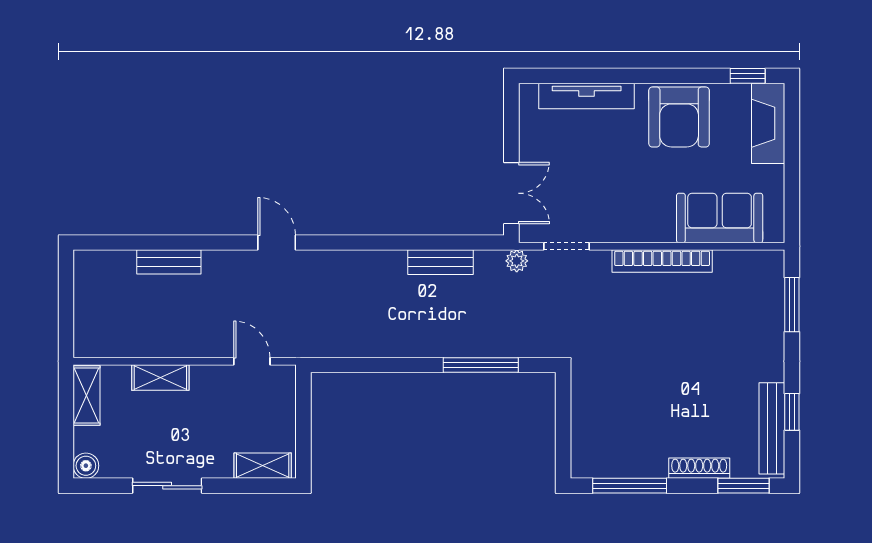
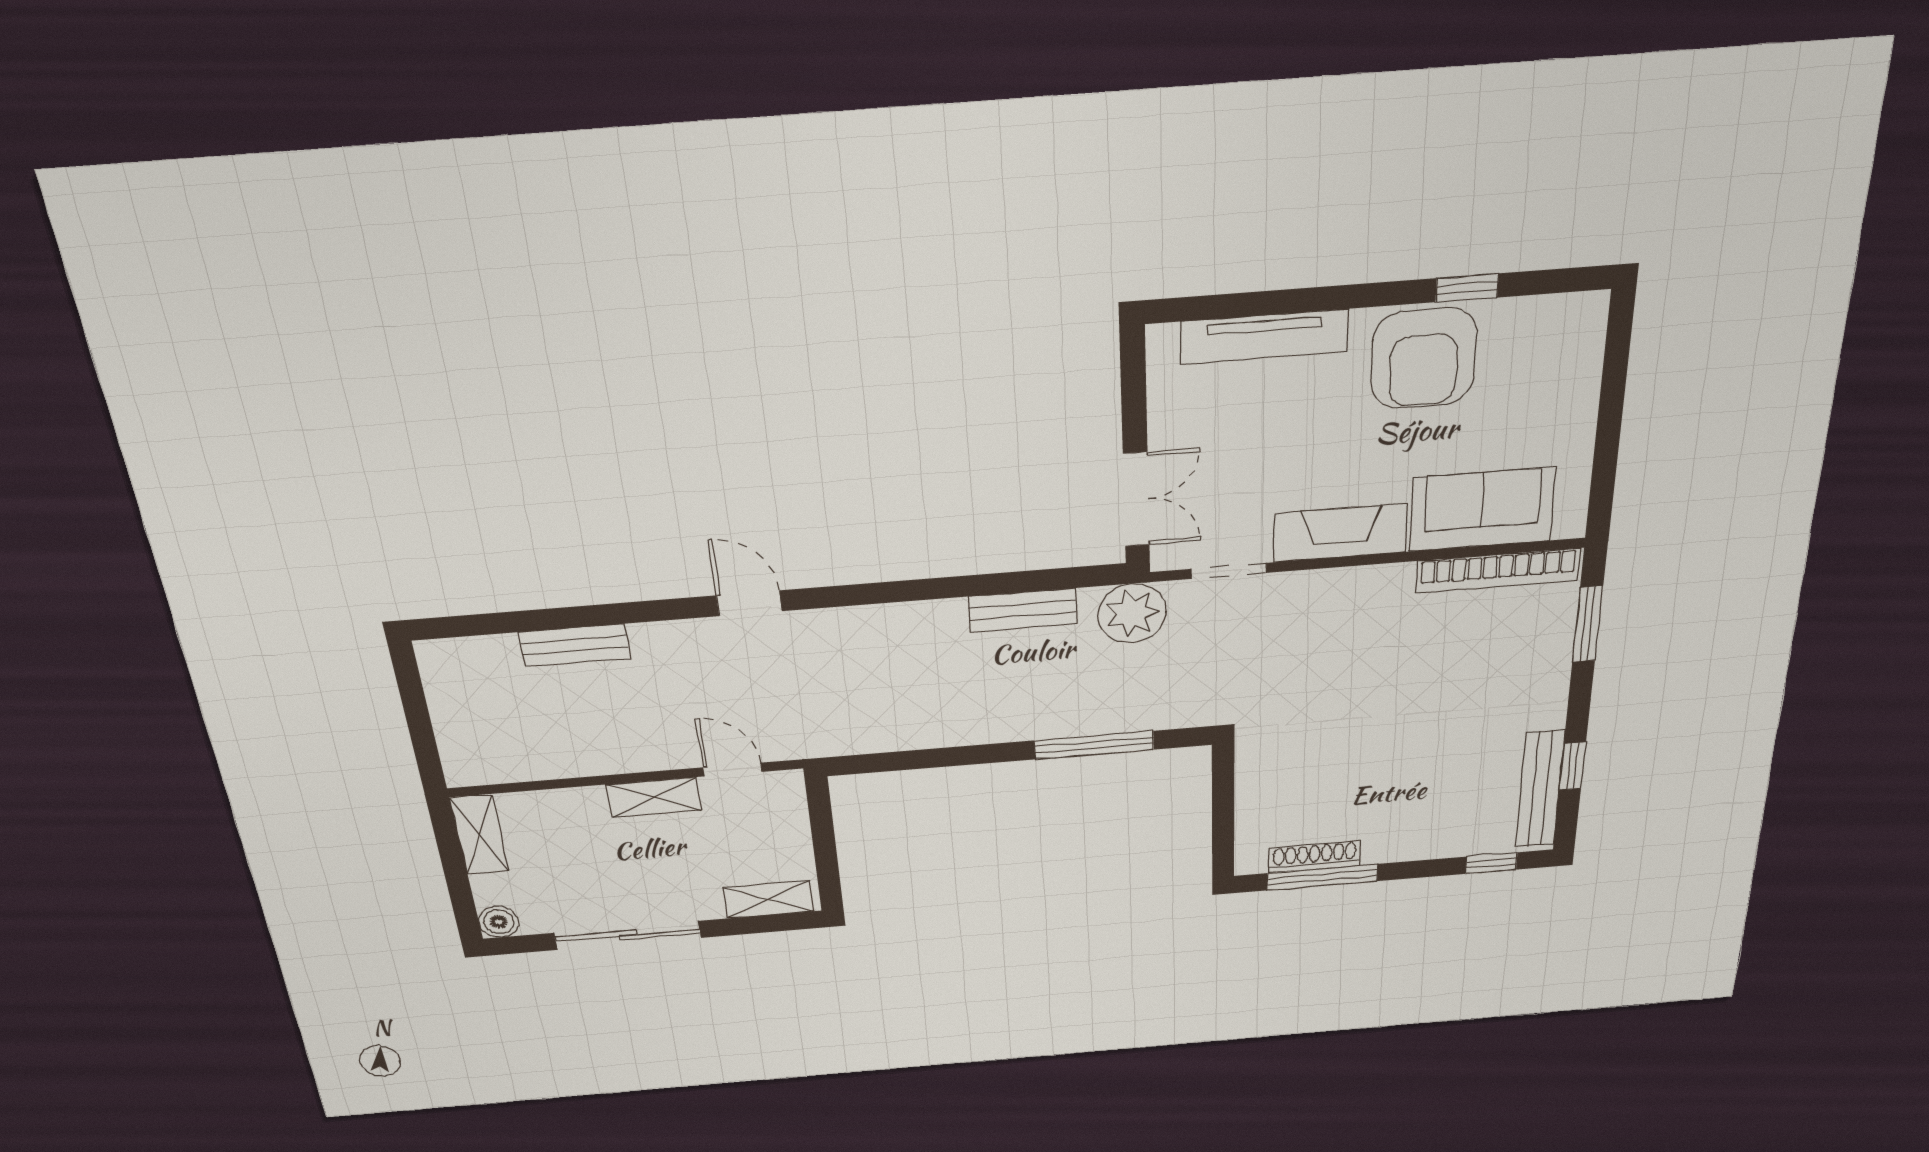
window: (748, 76) -> (1467, 288), moved
fireplace: (768, 123) -> (1340, 533), moved, turned 90
plant: (517, 261) -> (1132, 613), width x1.88, depth x1.88
bookcase: (662, 261) -> (1498, 571), moved
shelving: (160, 378) -> (654, 797), moved
shoe rack: (699, 468) -> (1314, 857), moved
sliding door: (167, 486) -> (628, 935), width x1.37
window: (744, 486) -> (1491, 863), width x0.67

